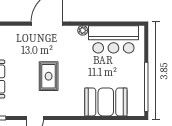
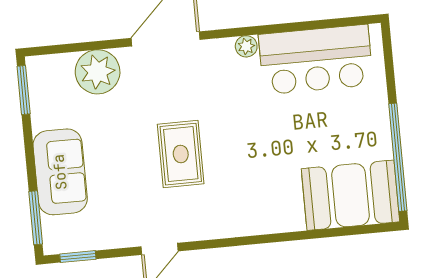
plant: (15, 36) -> (98, 72), added
booth: (106, 102) -> (351, 195), moved

